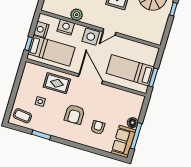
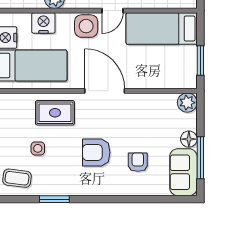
bed: (130, 70) -> (162, 29), moved
plant: (138, 100) -> (187, 103), added
armchair: (75, 114) -> (96, 152), turned 90

